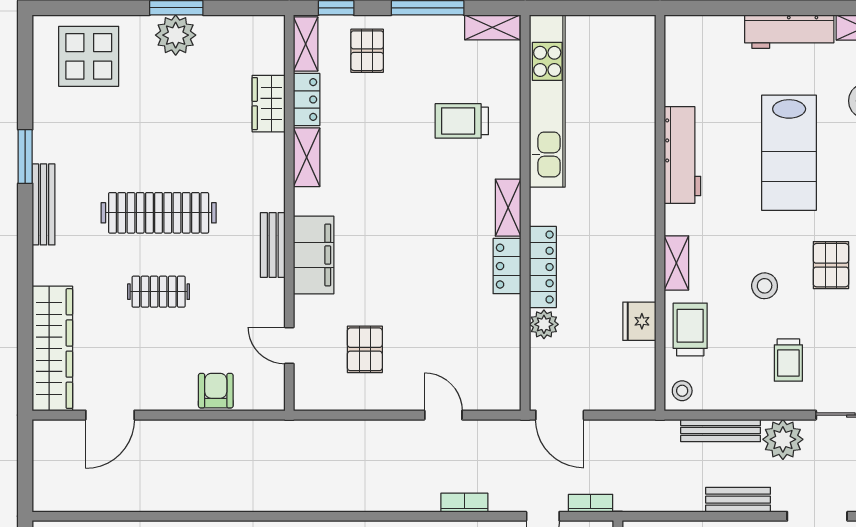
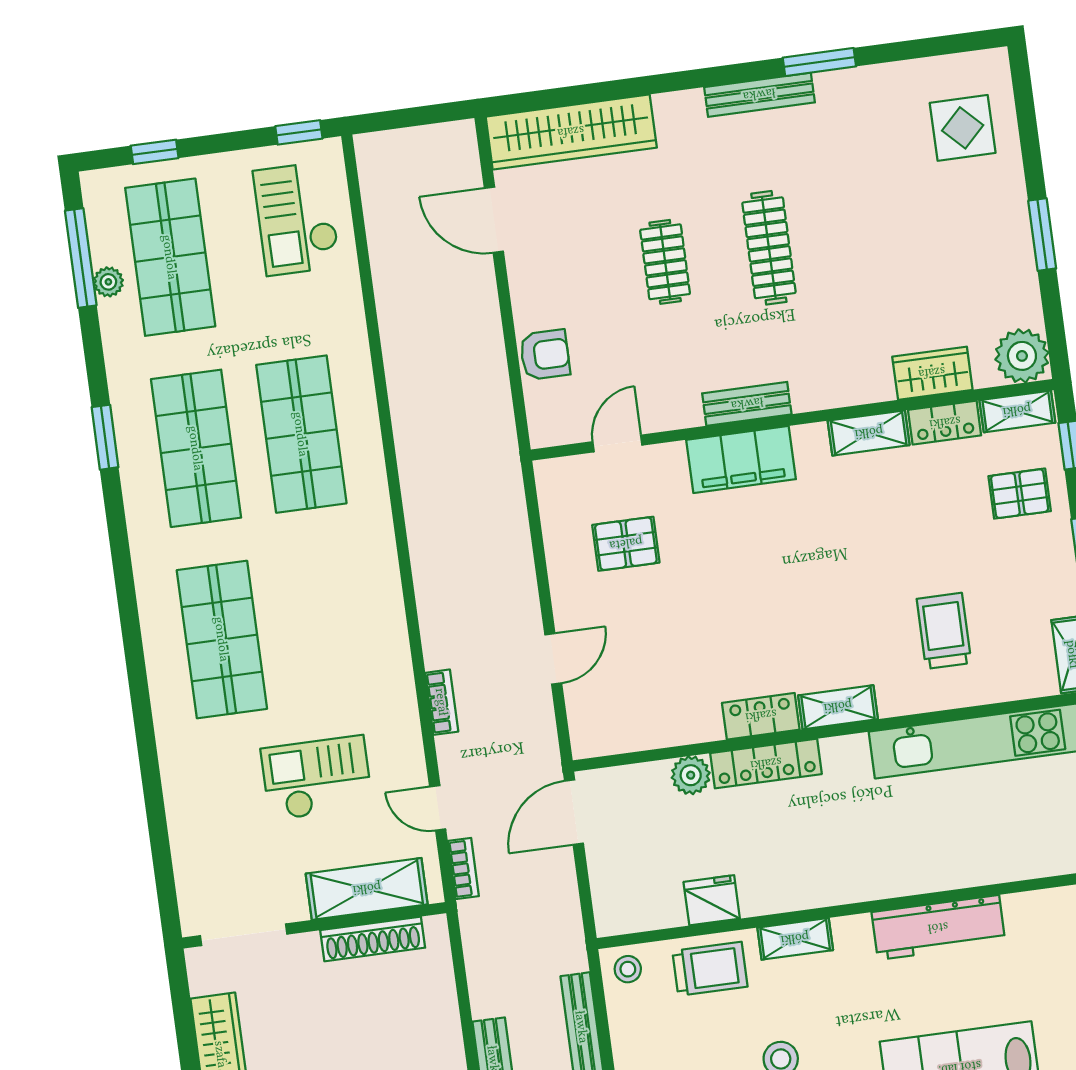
plant: (176, 35) -> (1022, 356), moved
display table: (89, 56) -> (963, 128), width x0.73, depth x0.73
clothes rail: (159, 213) -> (769, 248), width x0.73, depth x0.76

